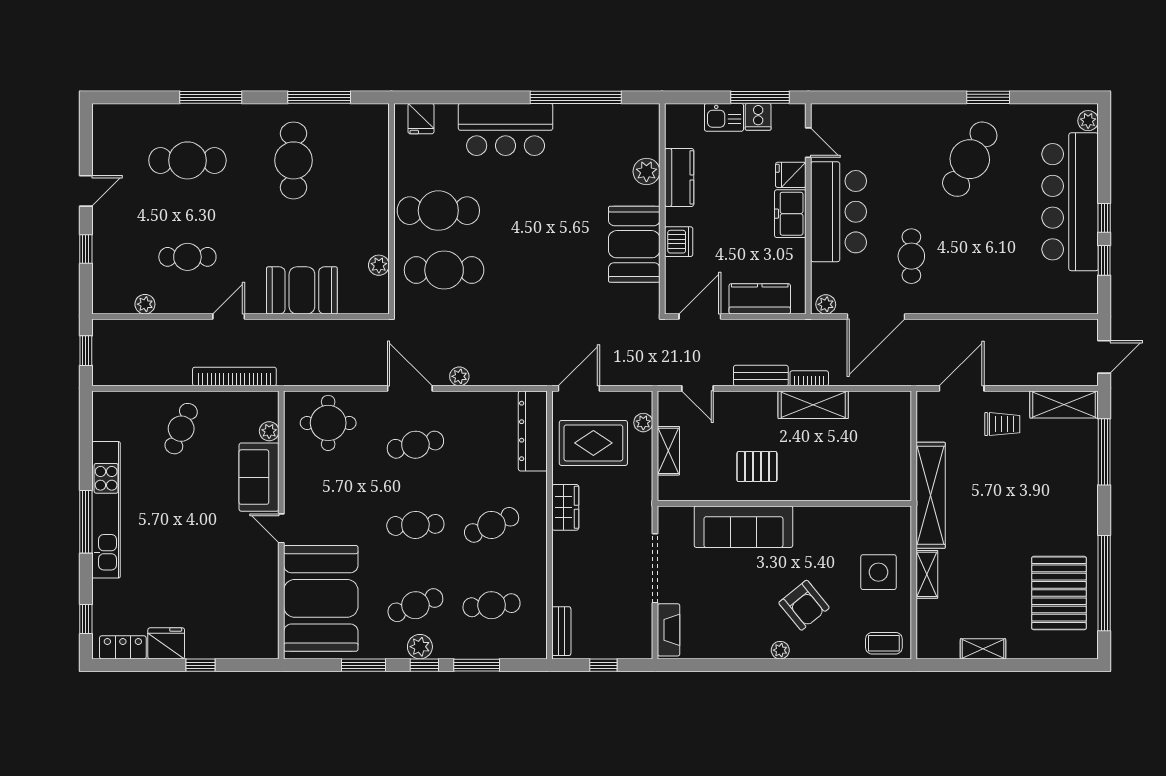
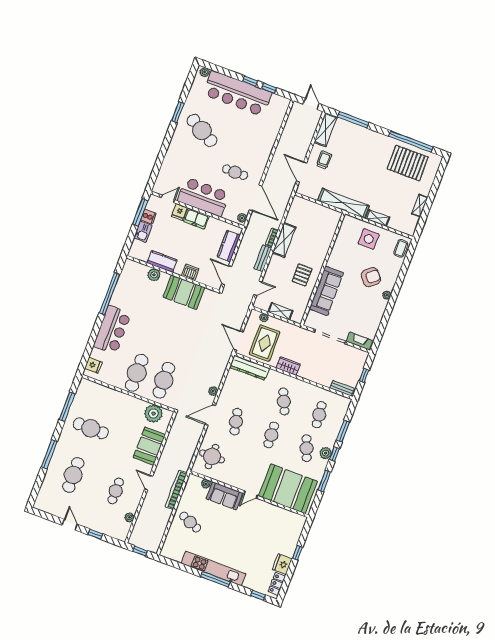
plant: (379, 265) -> (153, 413), width x1.88, depth x1.88

